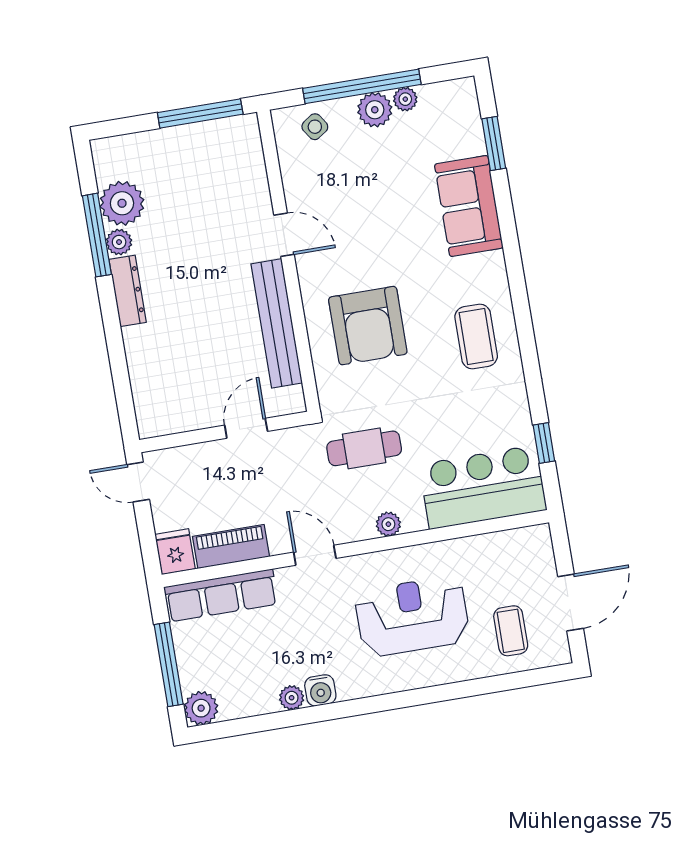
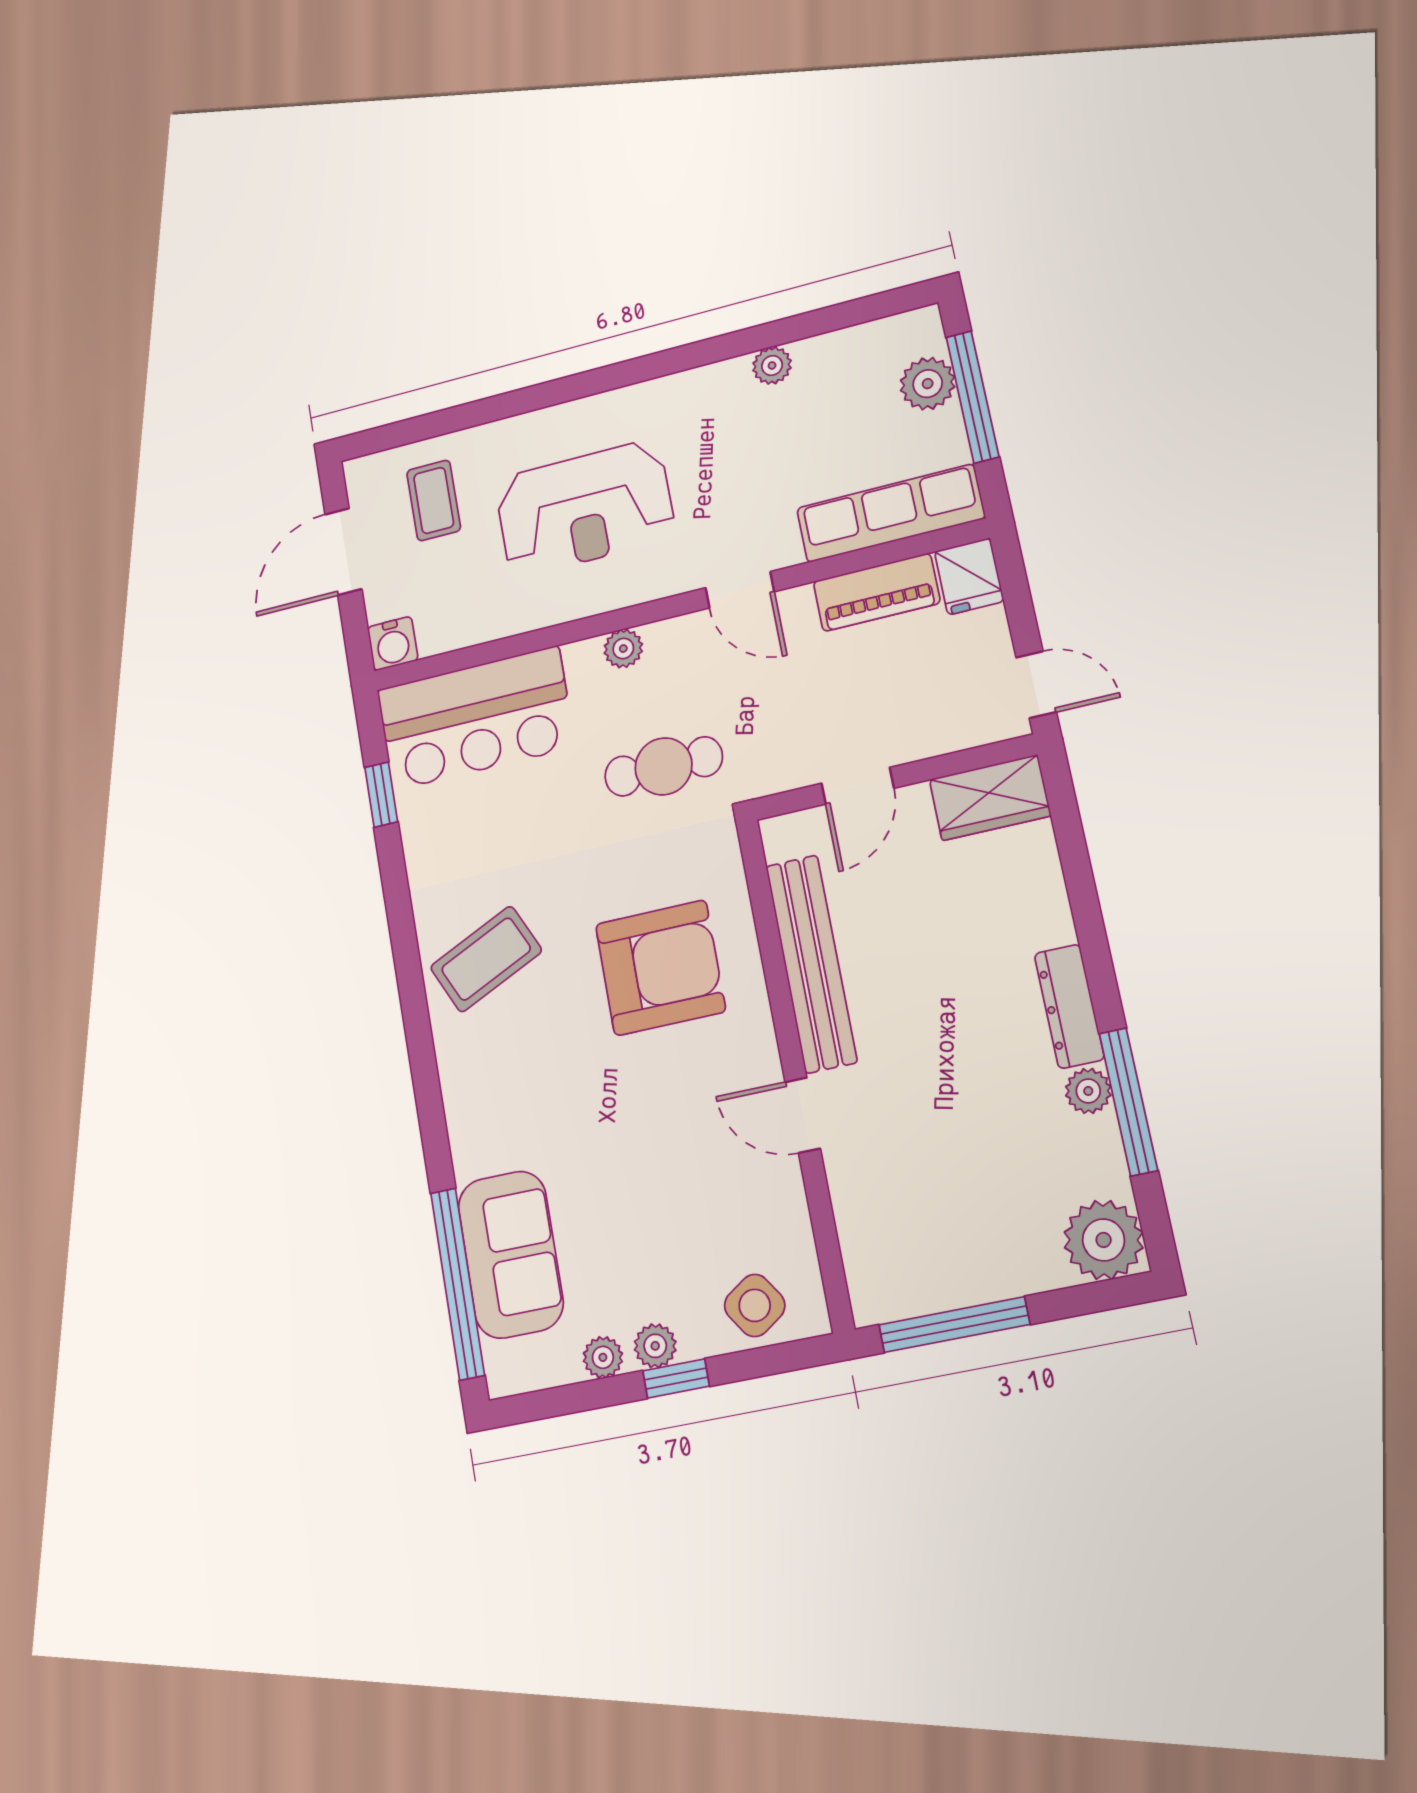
window: (362, 86) -> (676, 1379), width x0.32
plant: (375, 110) -> (655, 1346), width x0.73, depth x0.73
side table: (315, 127) -> (755, 1305), width x1.37, depth x1.37
window: (494, 143) -> (457, 1284), width x2.11
plant: (122, 203) -> (1104, 1240), moved
sofa: (469, 206) -> (511, 1254), moved
armchair: (368, 326) -> (660, 968), turned 90
coffee table: (476, 337) -> (486, 959), turned 65
wardrobe: (168, 416) -> (990, 798), added
water cooler: (320, 690) -> (393, 644), moved, turned 180
plant: (201, 708) -> (928, 384), moved

